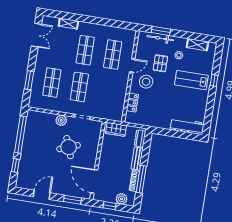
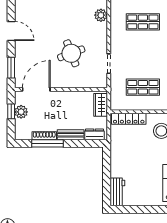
shop shelf: (79, 87) -> (143, 87), moved
locker: (132, 103) -> (129, 119), width x1.53
plant: (61, 120) -> (101, 15), moved
workbench: (187, 126) -> (117, 192), width x0.73
plant: (122, 199) -> (21, 112), moved

